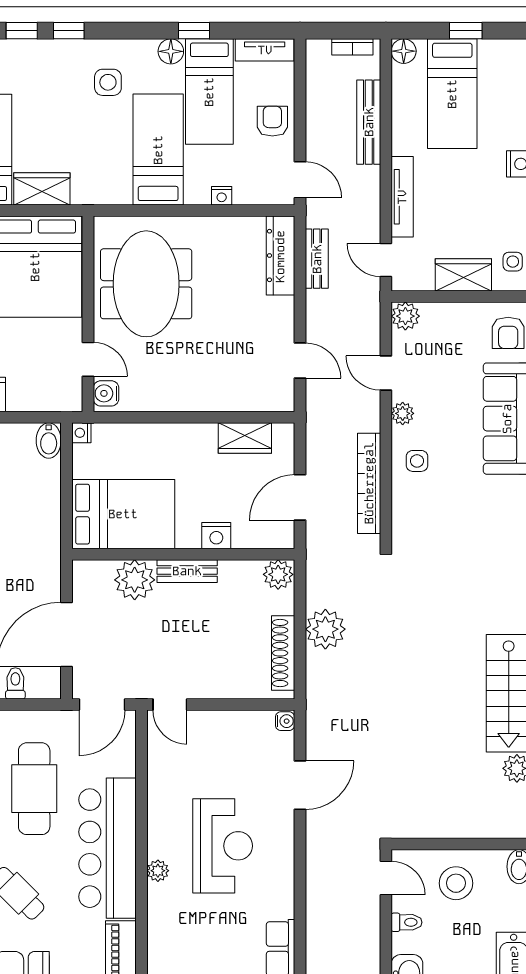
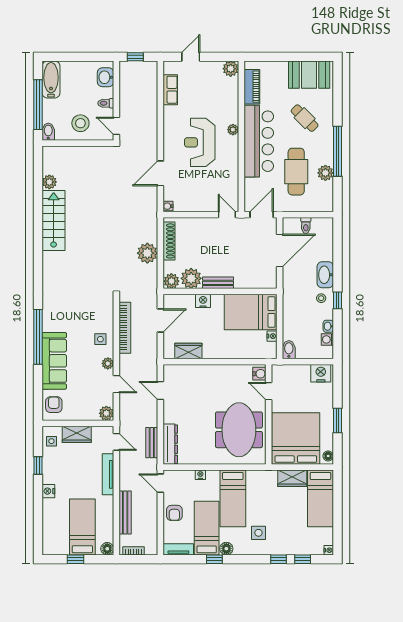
nightstand: (81, 433) -> (272, 336), moved
plant: (135, 580) -> (191, 278), moved

